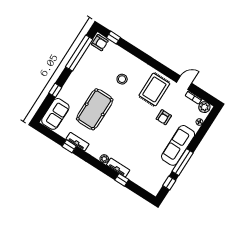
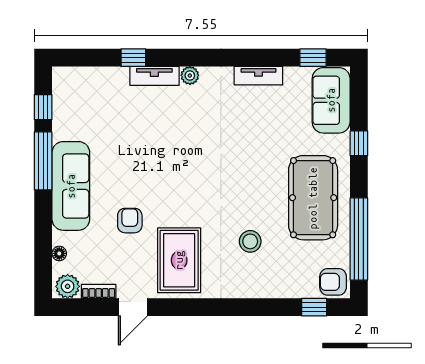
pool table: (95, 109) -> (313, 198), moved
window: (69, 146) -> (313, 58), moved

